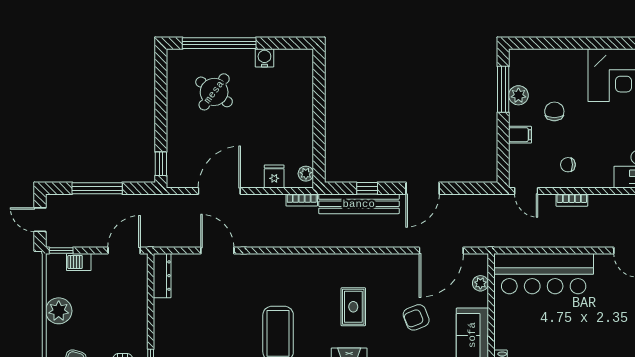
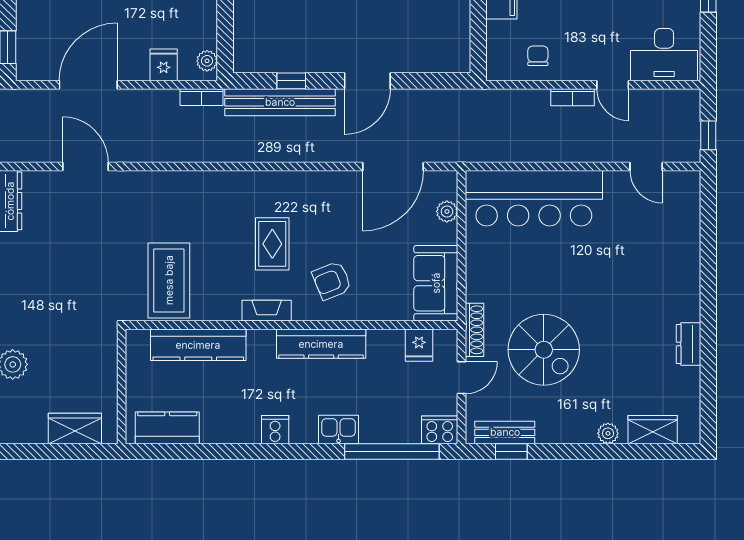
chair: (568, 165) -> (538, 56), moved, turned 90
door: (526, 191) -> (613, 85), moved
armchair: (416, 317) -> (332, 281), moved

